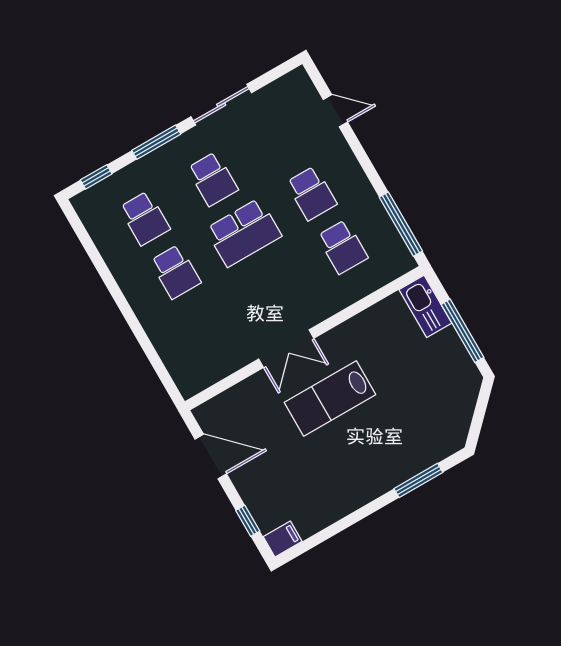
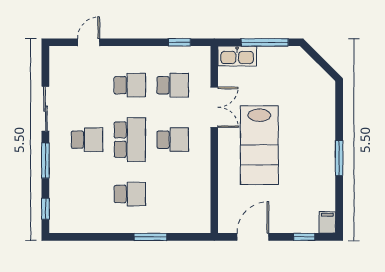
school desk: (145, 218) -> (173, 140), moved
window: (401, 224) -> (179, 42), width x0.46
window: (137, 329) -> (150, 237), added
double door: (286, 349) -> (214, 107), moved
lab bench: (330, 398) -> (259, 145), width x1.36, depth x1.39
window: (418, 480) -> (339, 158), moved

